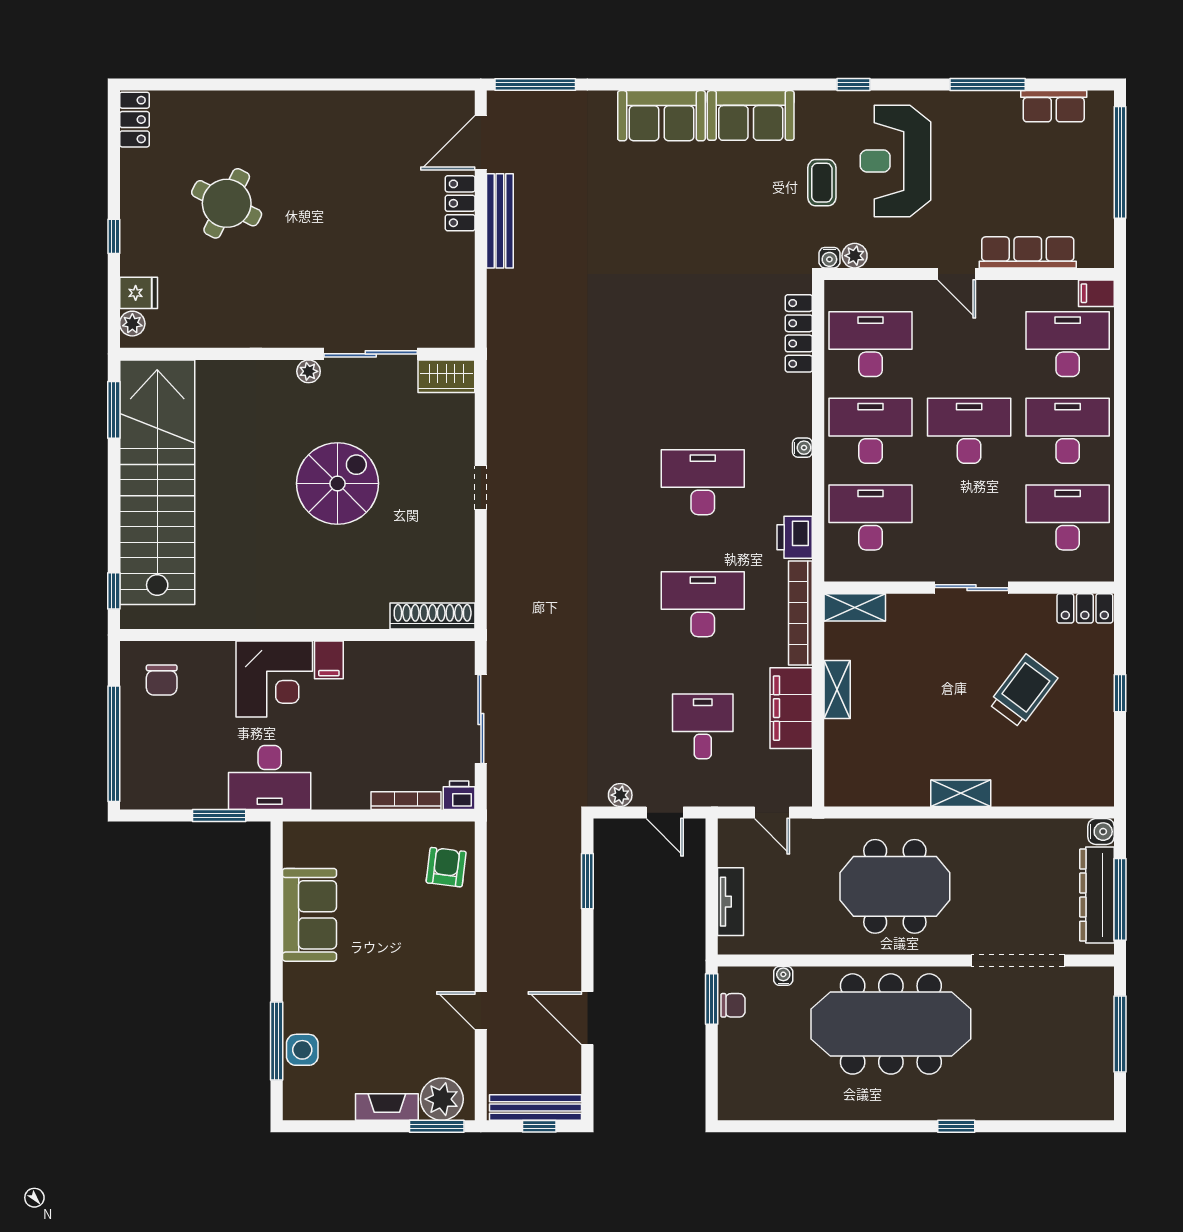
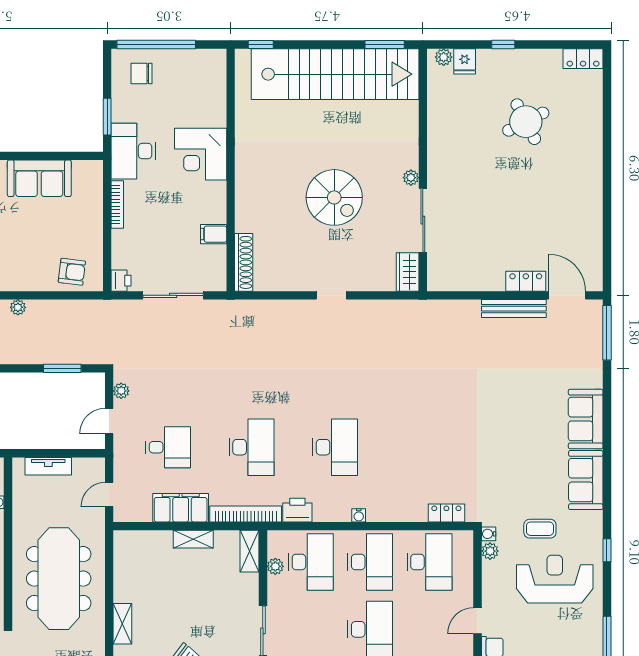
round table: (227, 203) -> (526, 122), turned 36
locker: (799, 333) -> (446, 513), width x0.66
plant: (877, 570) -> (275, 566), added
filing cabinet: (329, 660) -> (214, 234), moved
chair: (162, 680) -> (142, 74), moved
bookcase: (406, 801) -> (117, 205), moved
meeting table: (895, 886) -> (59, 579), width x1.36
plant: (498, 946) -> (18, 307), added

